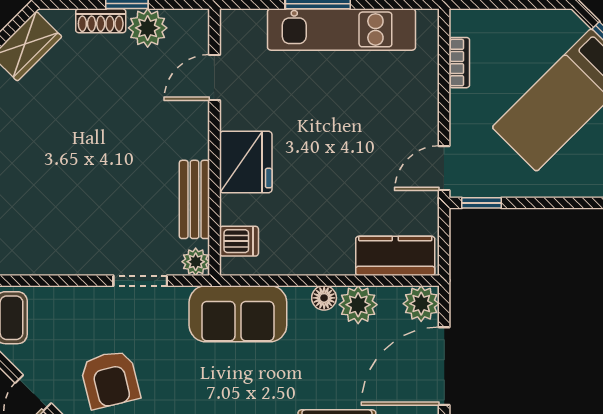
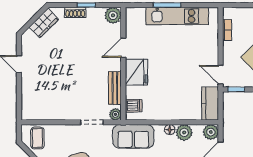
plant: (148, 28) -> (113, 15), moved
door: (214, 77) -> (123, 48), moved
door: (444, 168) -> (221, 75), hinge flipped
kitchen counter: (395, 256) -> (210, 103), moved, turned -90

